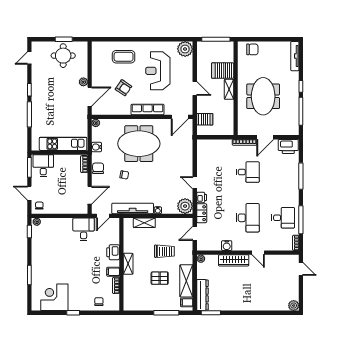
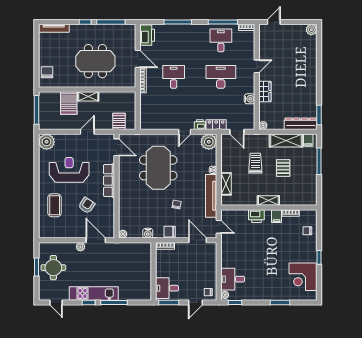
reception desk: (158, 71) -> (69, 170), turned 180
kitchen unit: (63, 144) -> (94, 293), moved, turned 90
meeting table: (139, 144) -> (158, 168), moved
desk: (84, 229) -> (233, 279), moved
wardrobe: (234, 260) -> (265, 92), width x0.67

